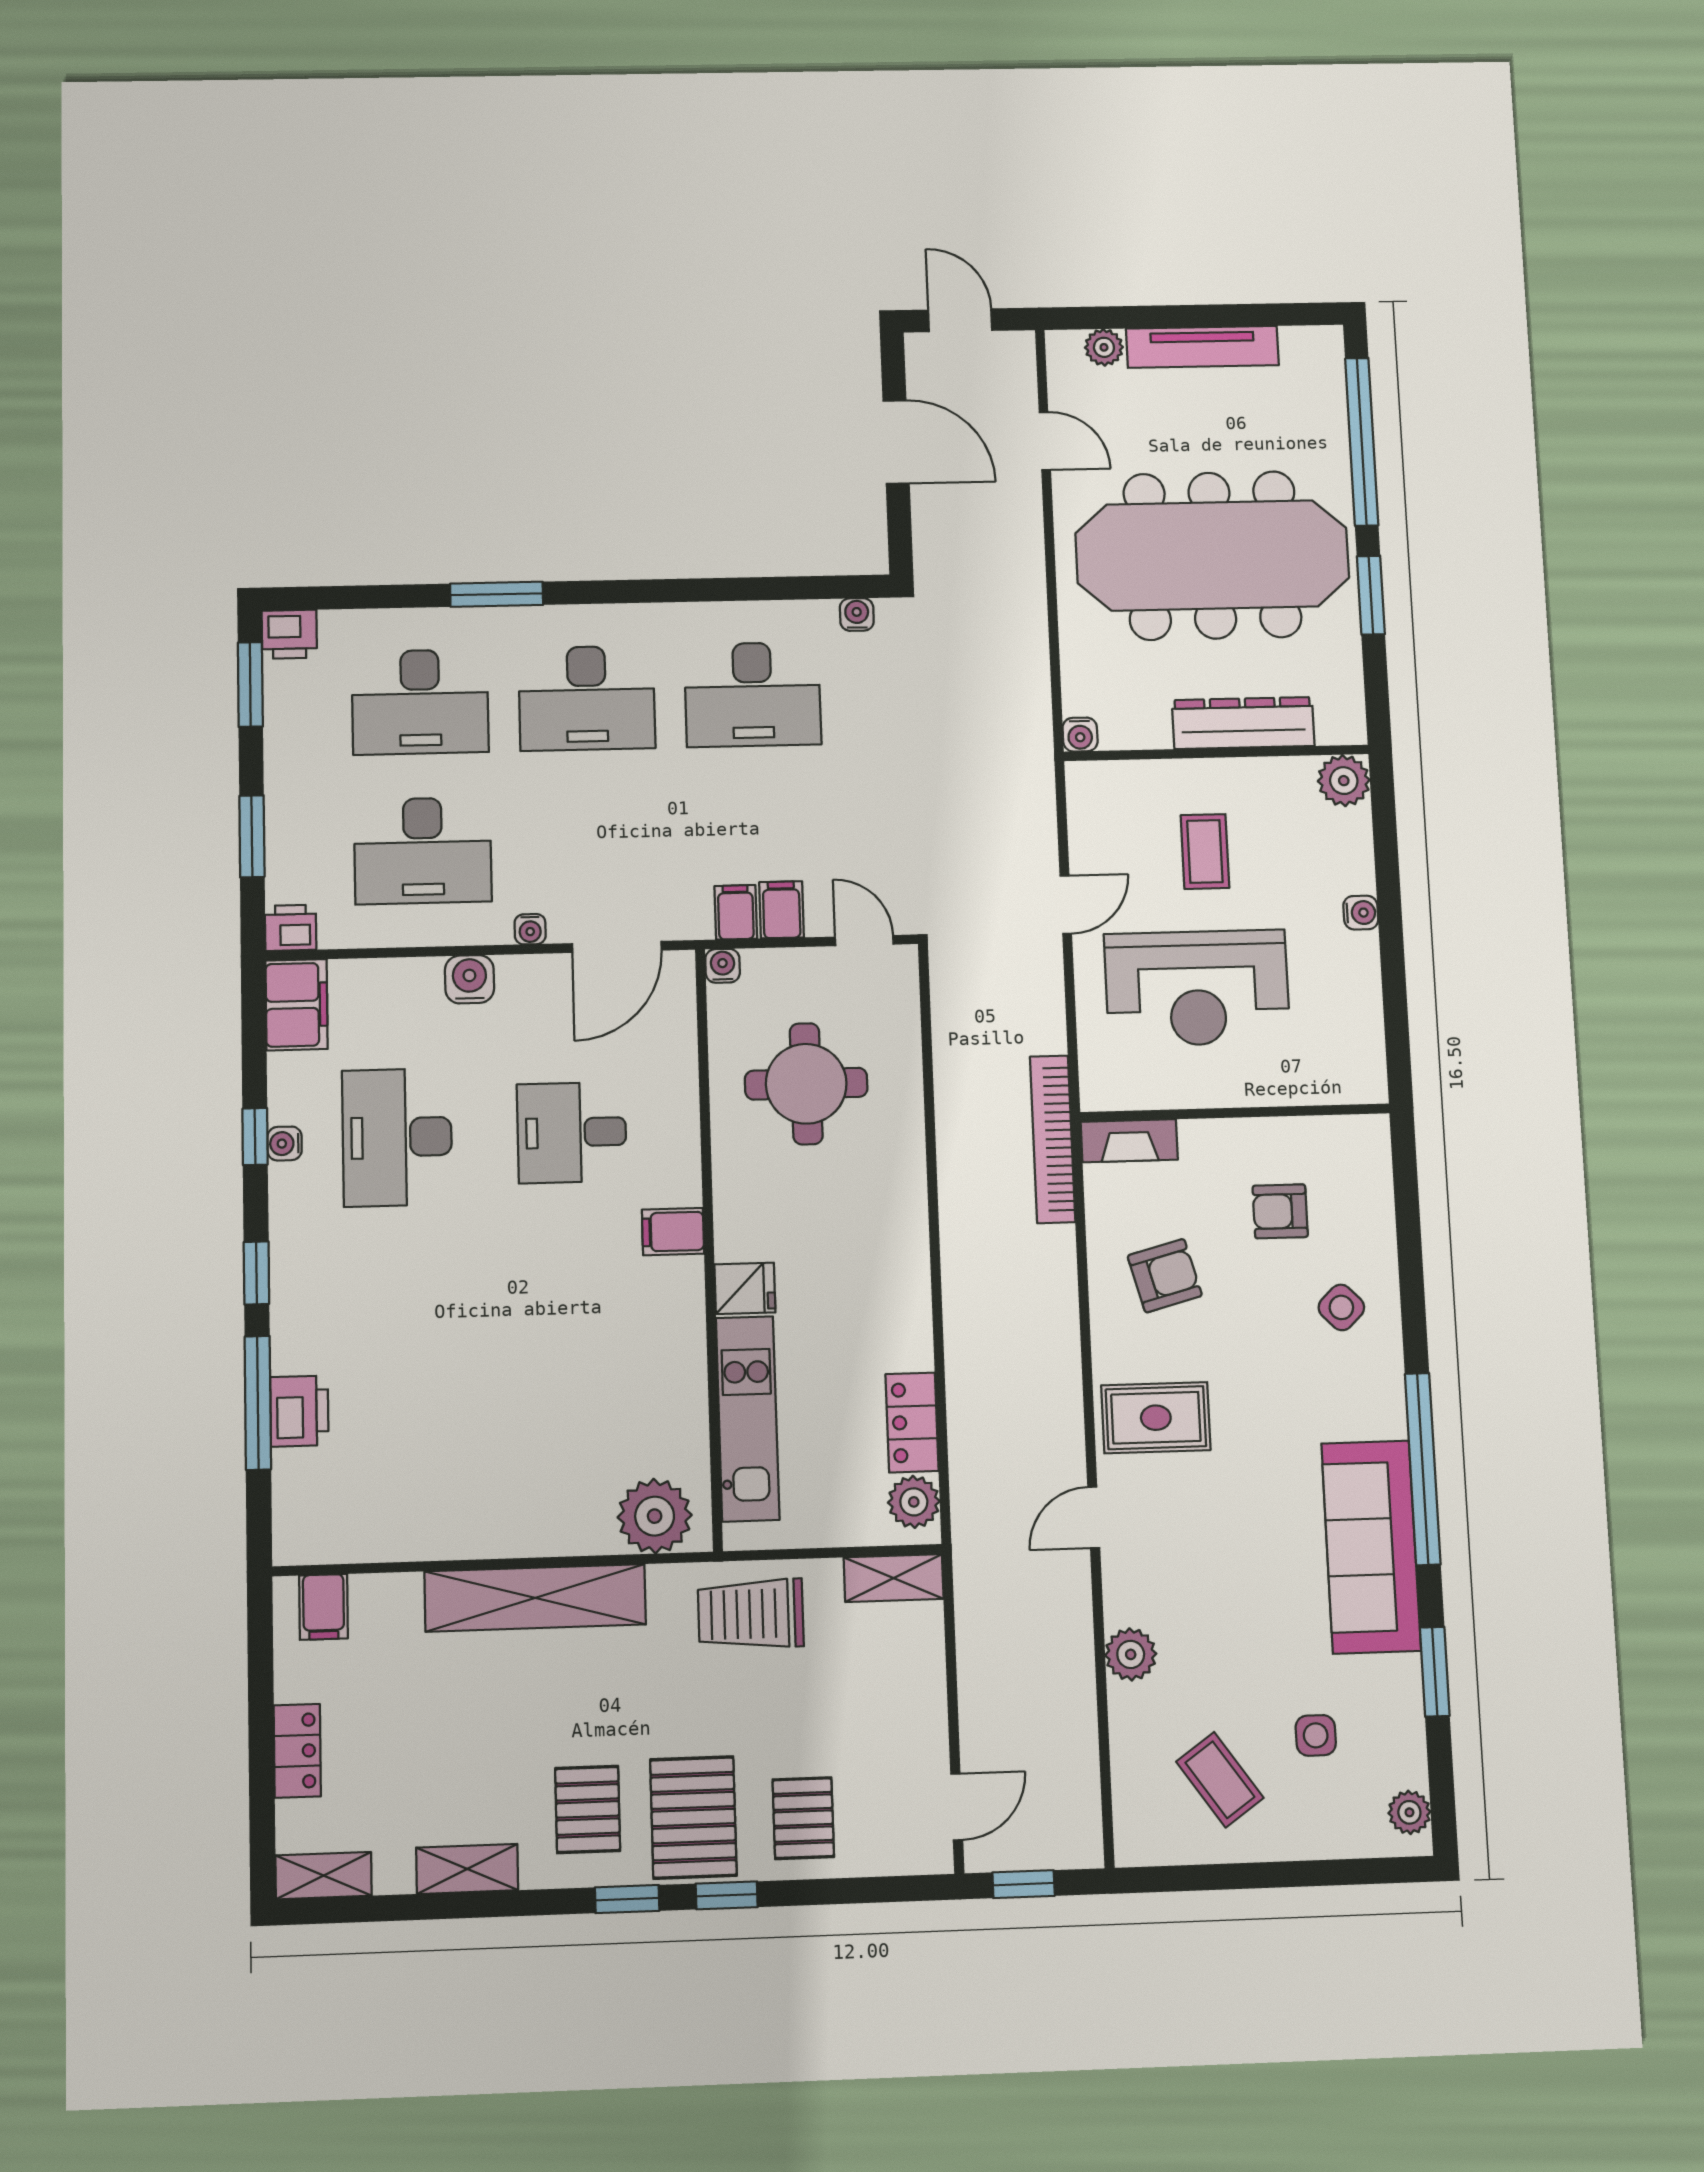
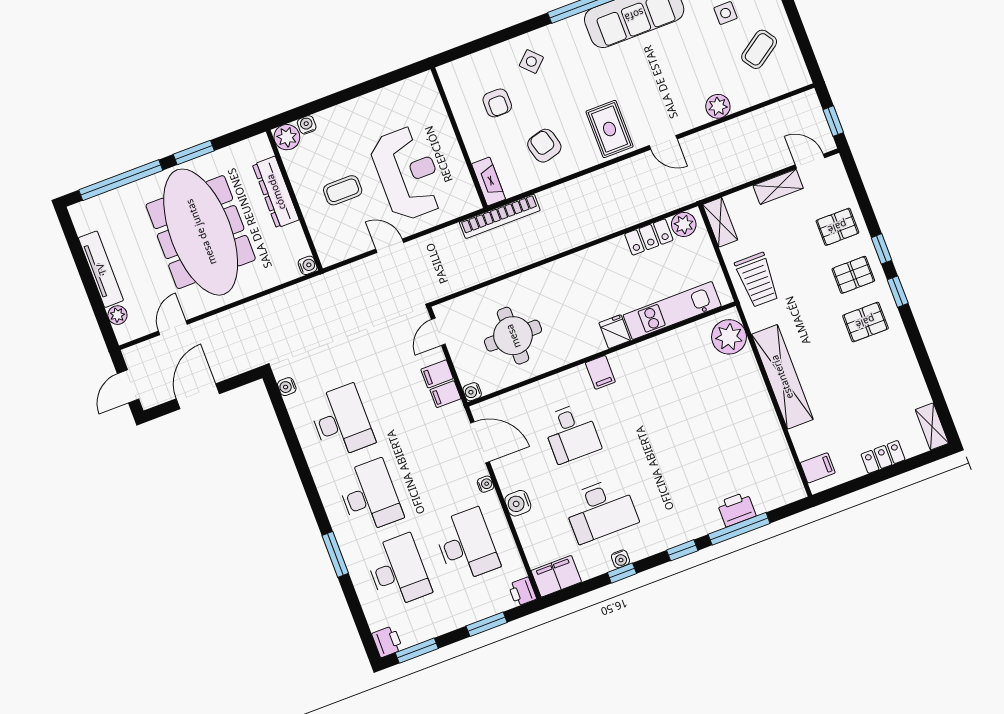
water cooler: (1361, 913) -> (307, 125), moved
pallet: (693, 1817) -> (853, 275), width x0.67, depth x0.71
shelving: (467, 1869) -> (778, 187), moved, turned 90

